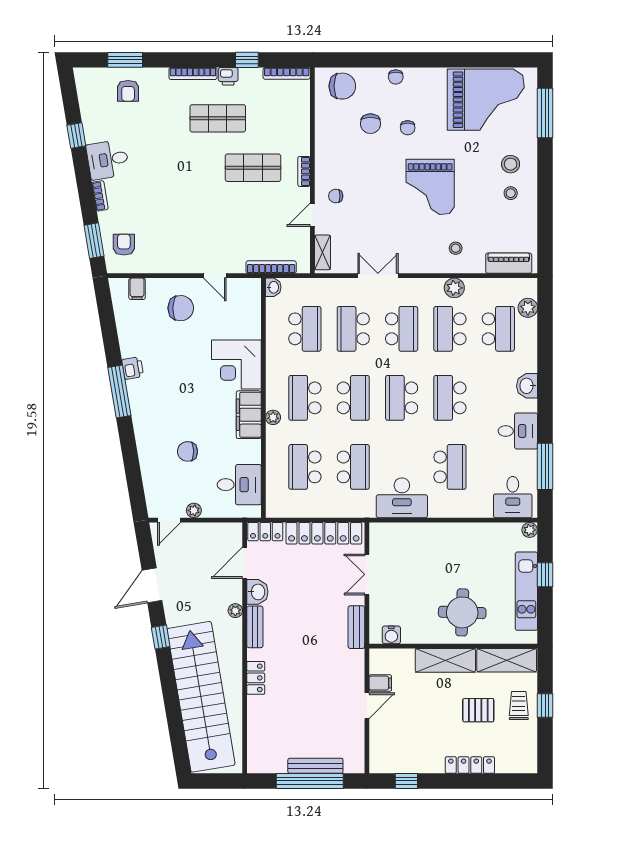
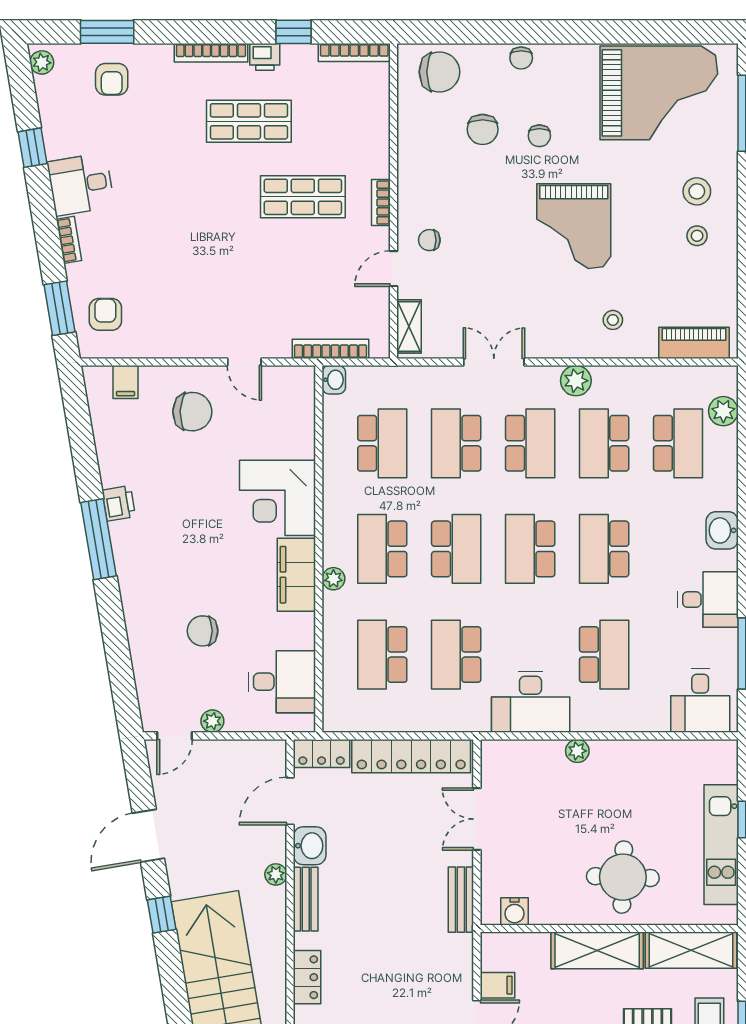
plant: (82, 80) -> (42, 62), added
plant: (454, 288) -> (576, 381), moved
school desk: (353, 467) -> (456, 655), turned 180
plant: (530, 530) -> (577, 751), moved

